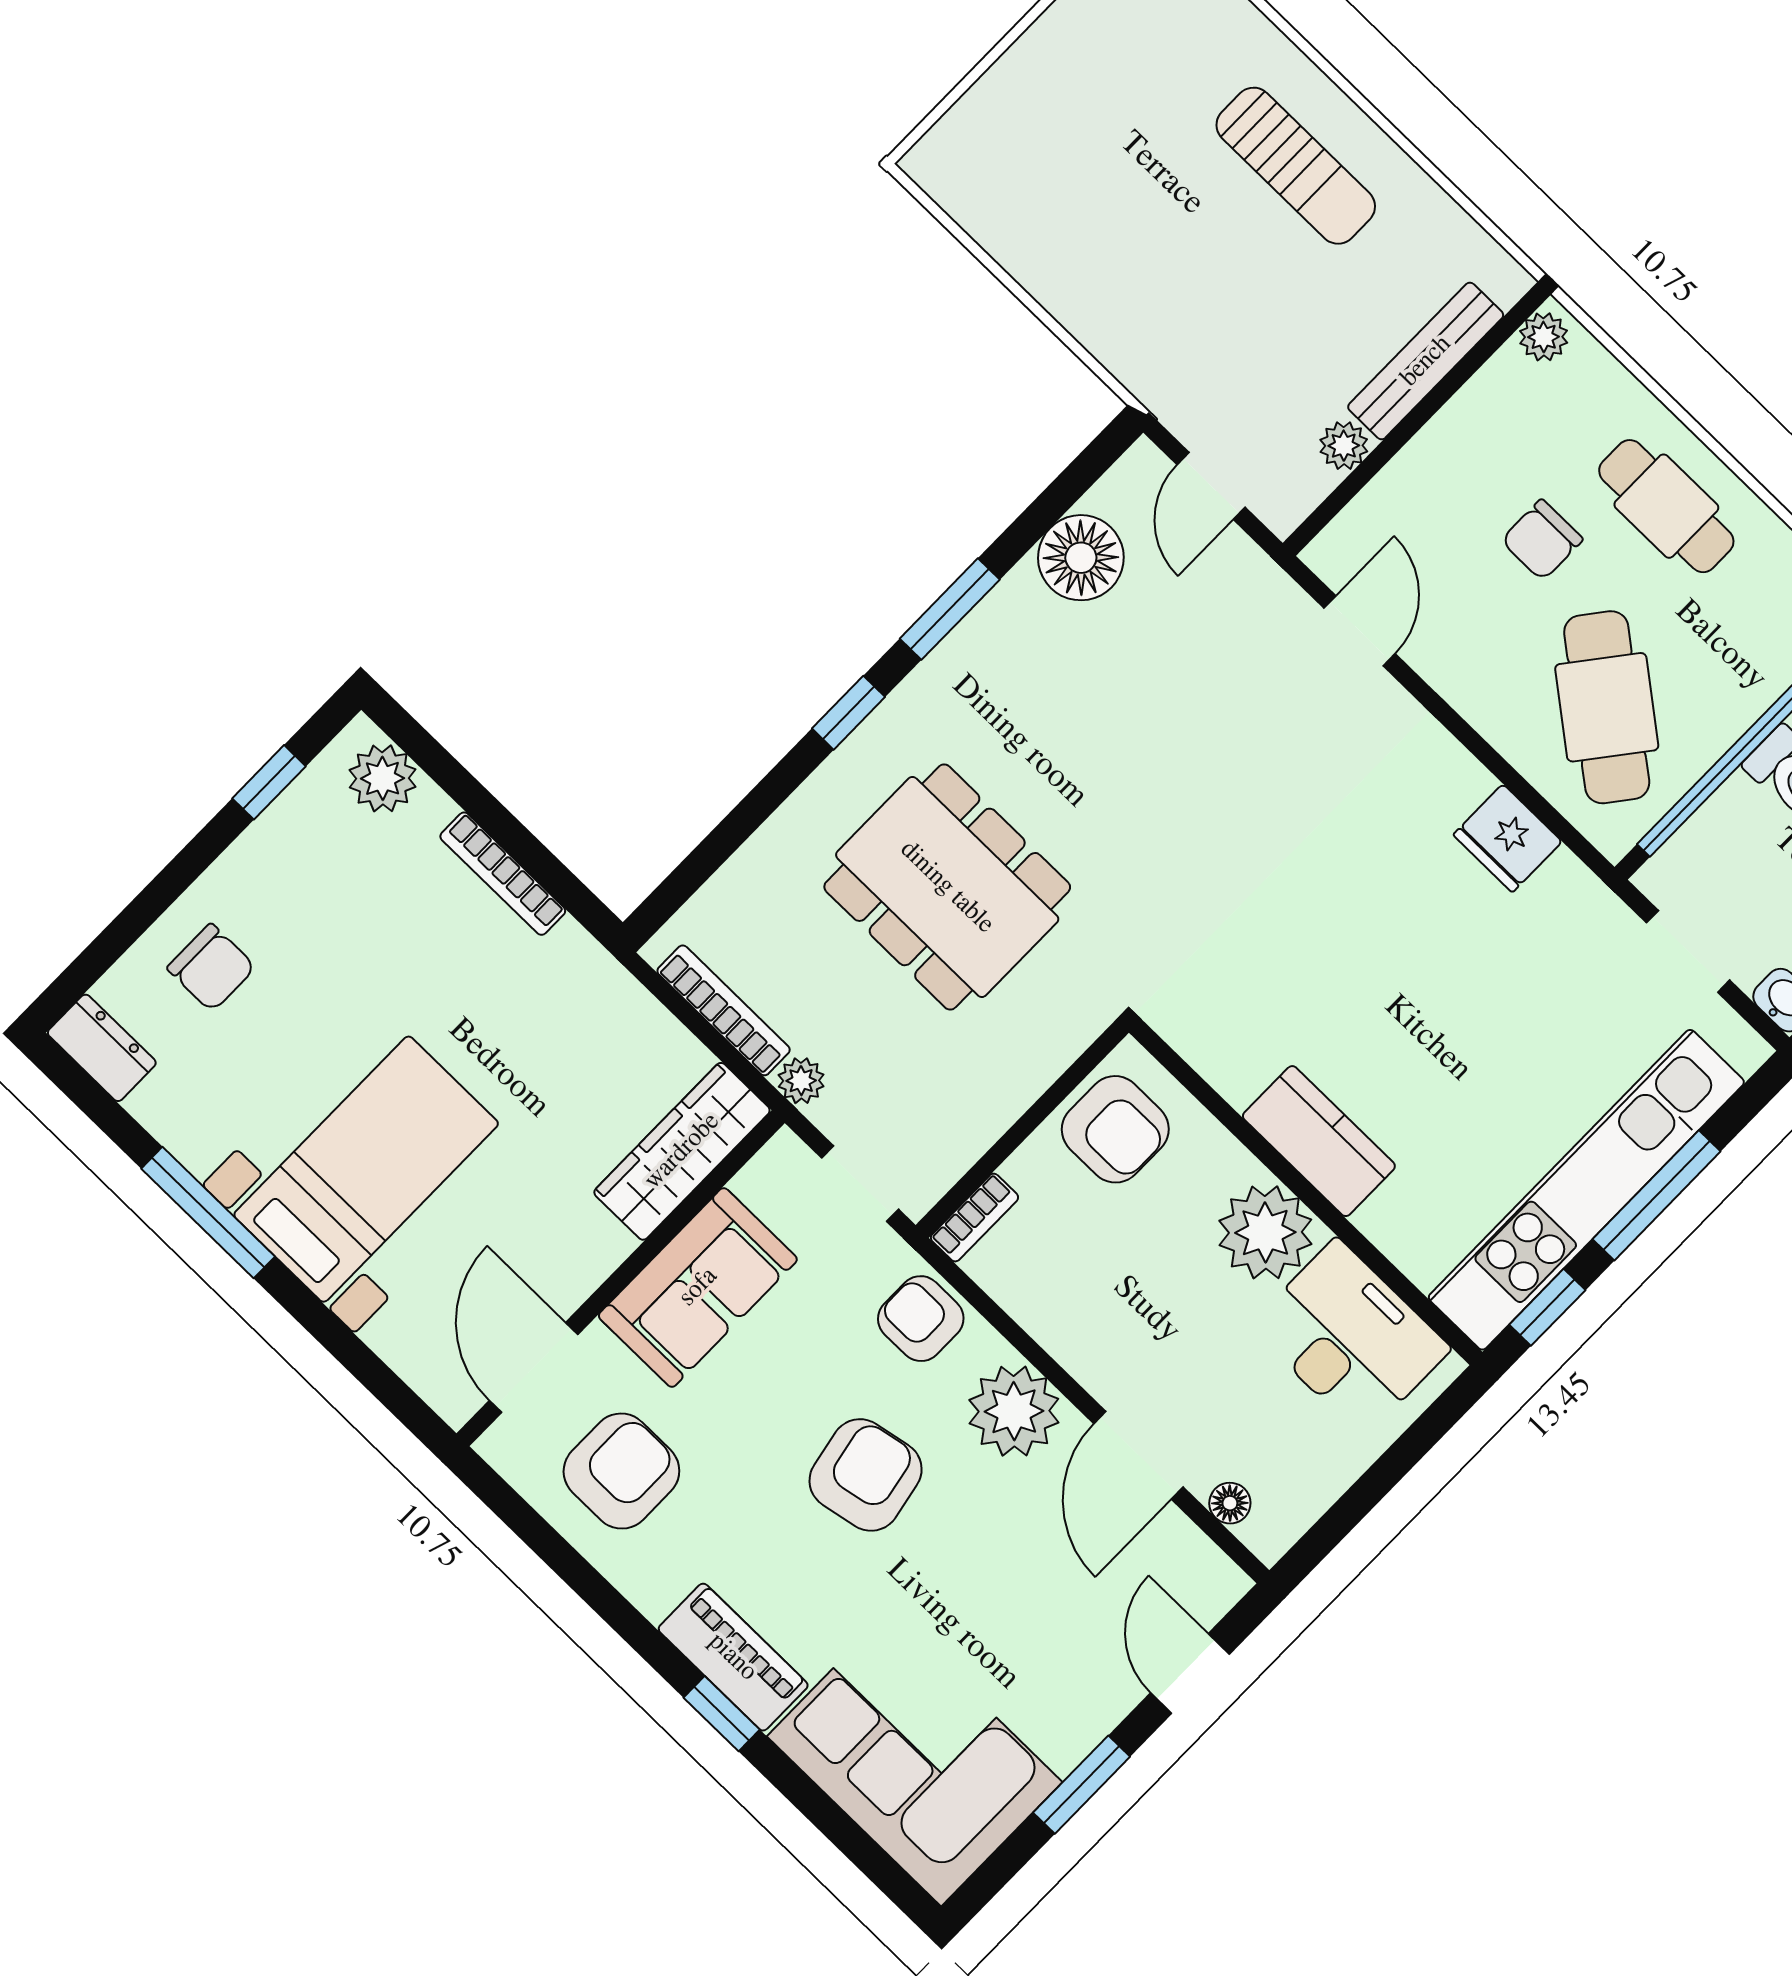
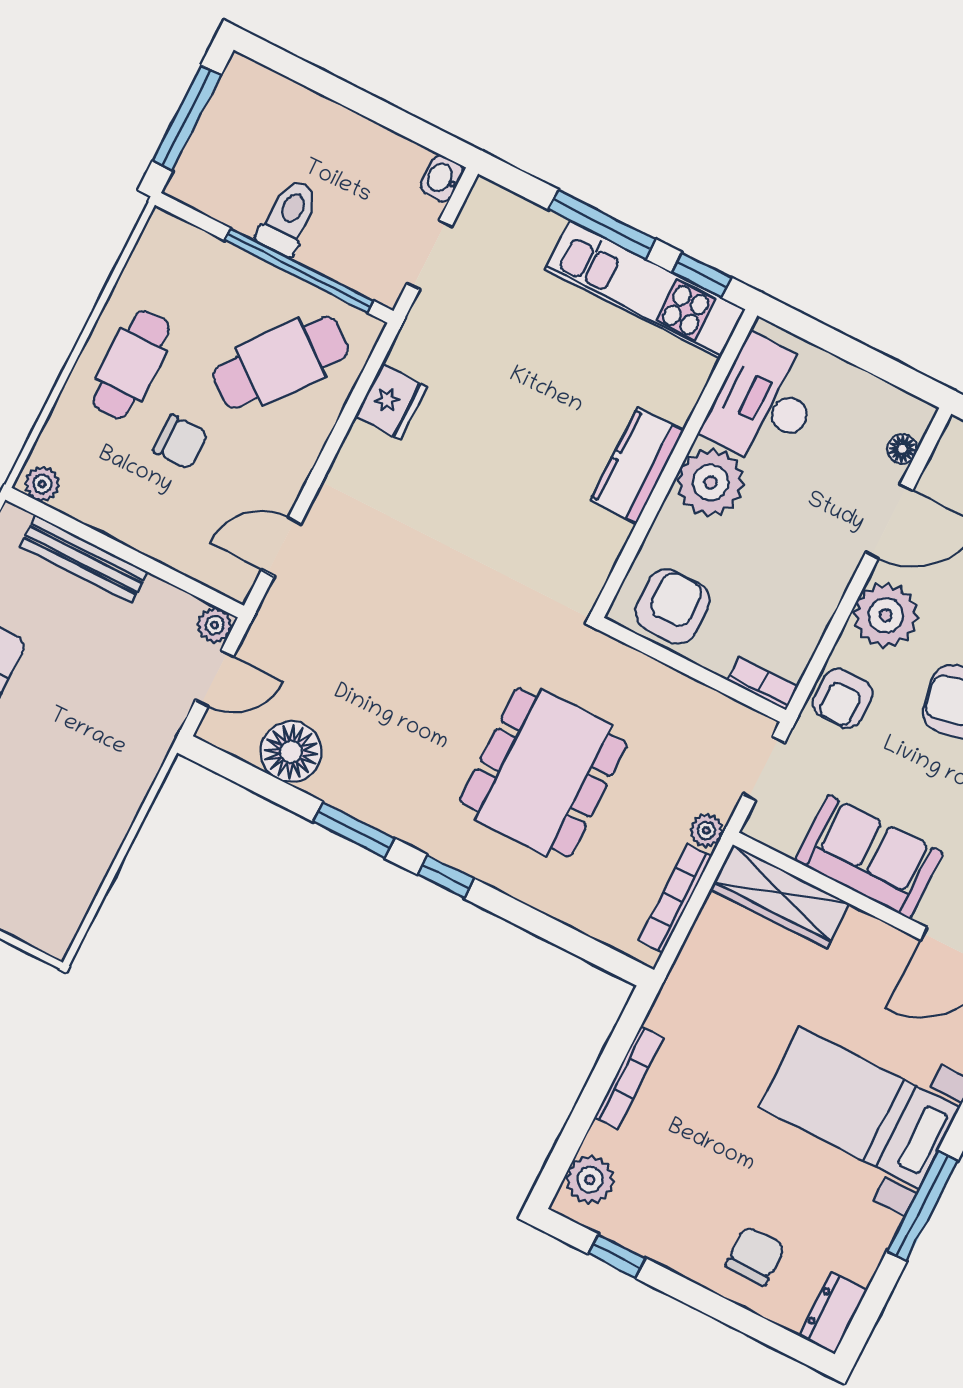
plant: (1344, 446) -> (215, 625), moved
kitchen unit: (1586, 1190) -> (645, 289), width x0.73

